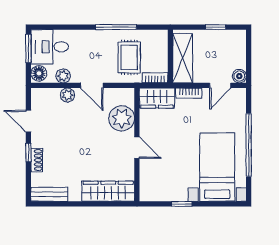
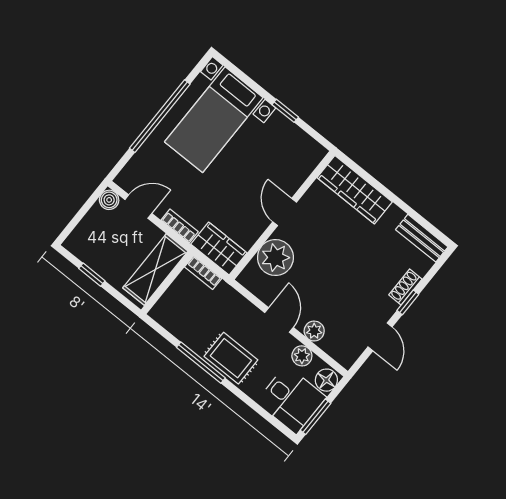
rug: (129, 57) -> (231, 358), moved, turned 90

